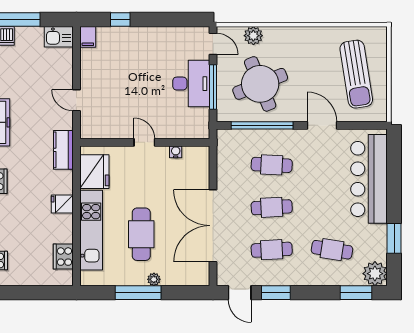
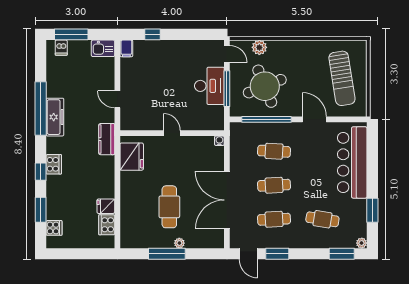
water cooler: (176, 152) -> (219, 141), moved
fridge: (62, 204) -> (106, 206), moved
kitchen unit: (91, 230) -> (129, 203), removed
plant: (375, 274) -> (362, 243), width x0.53, depth x0.53

